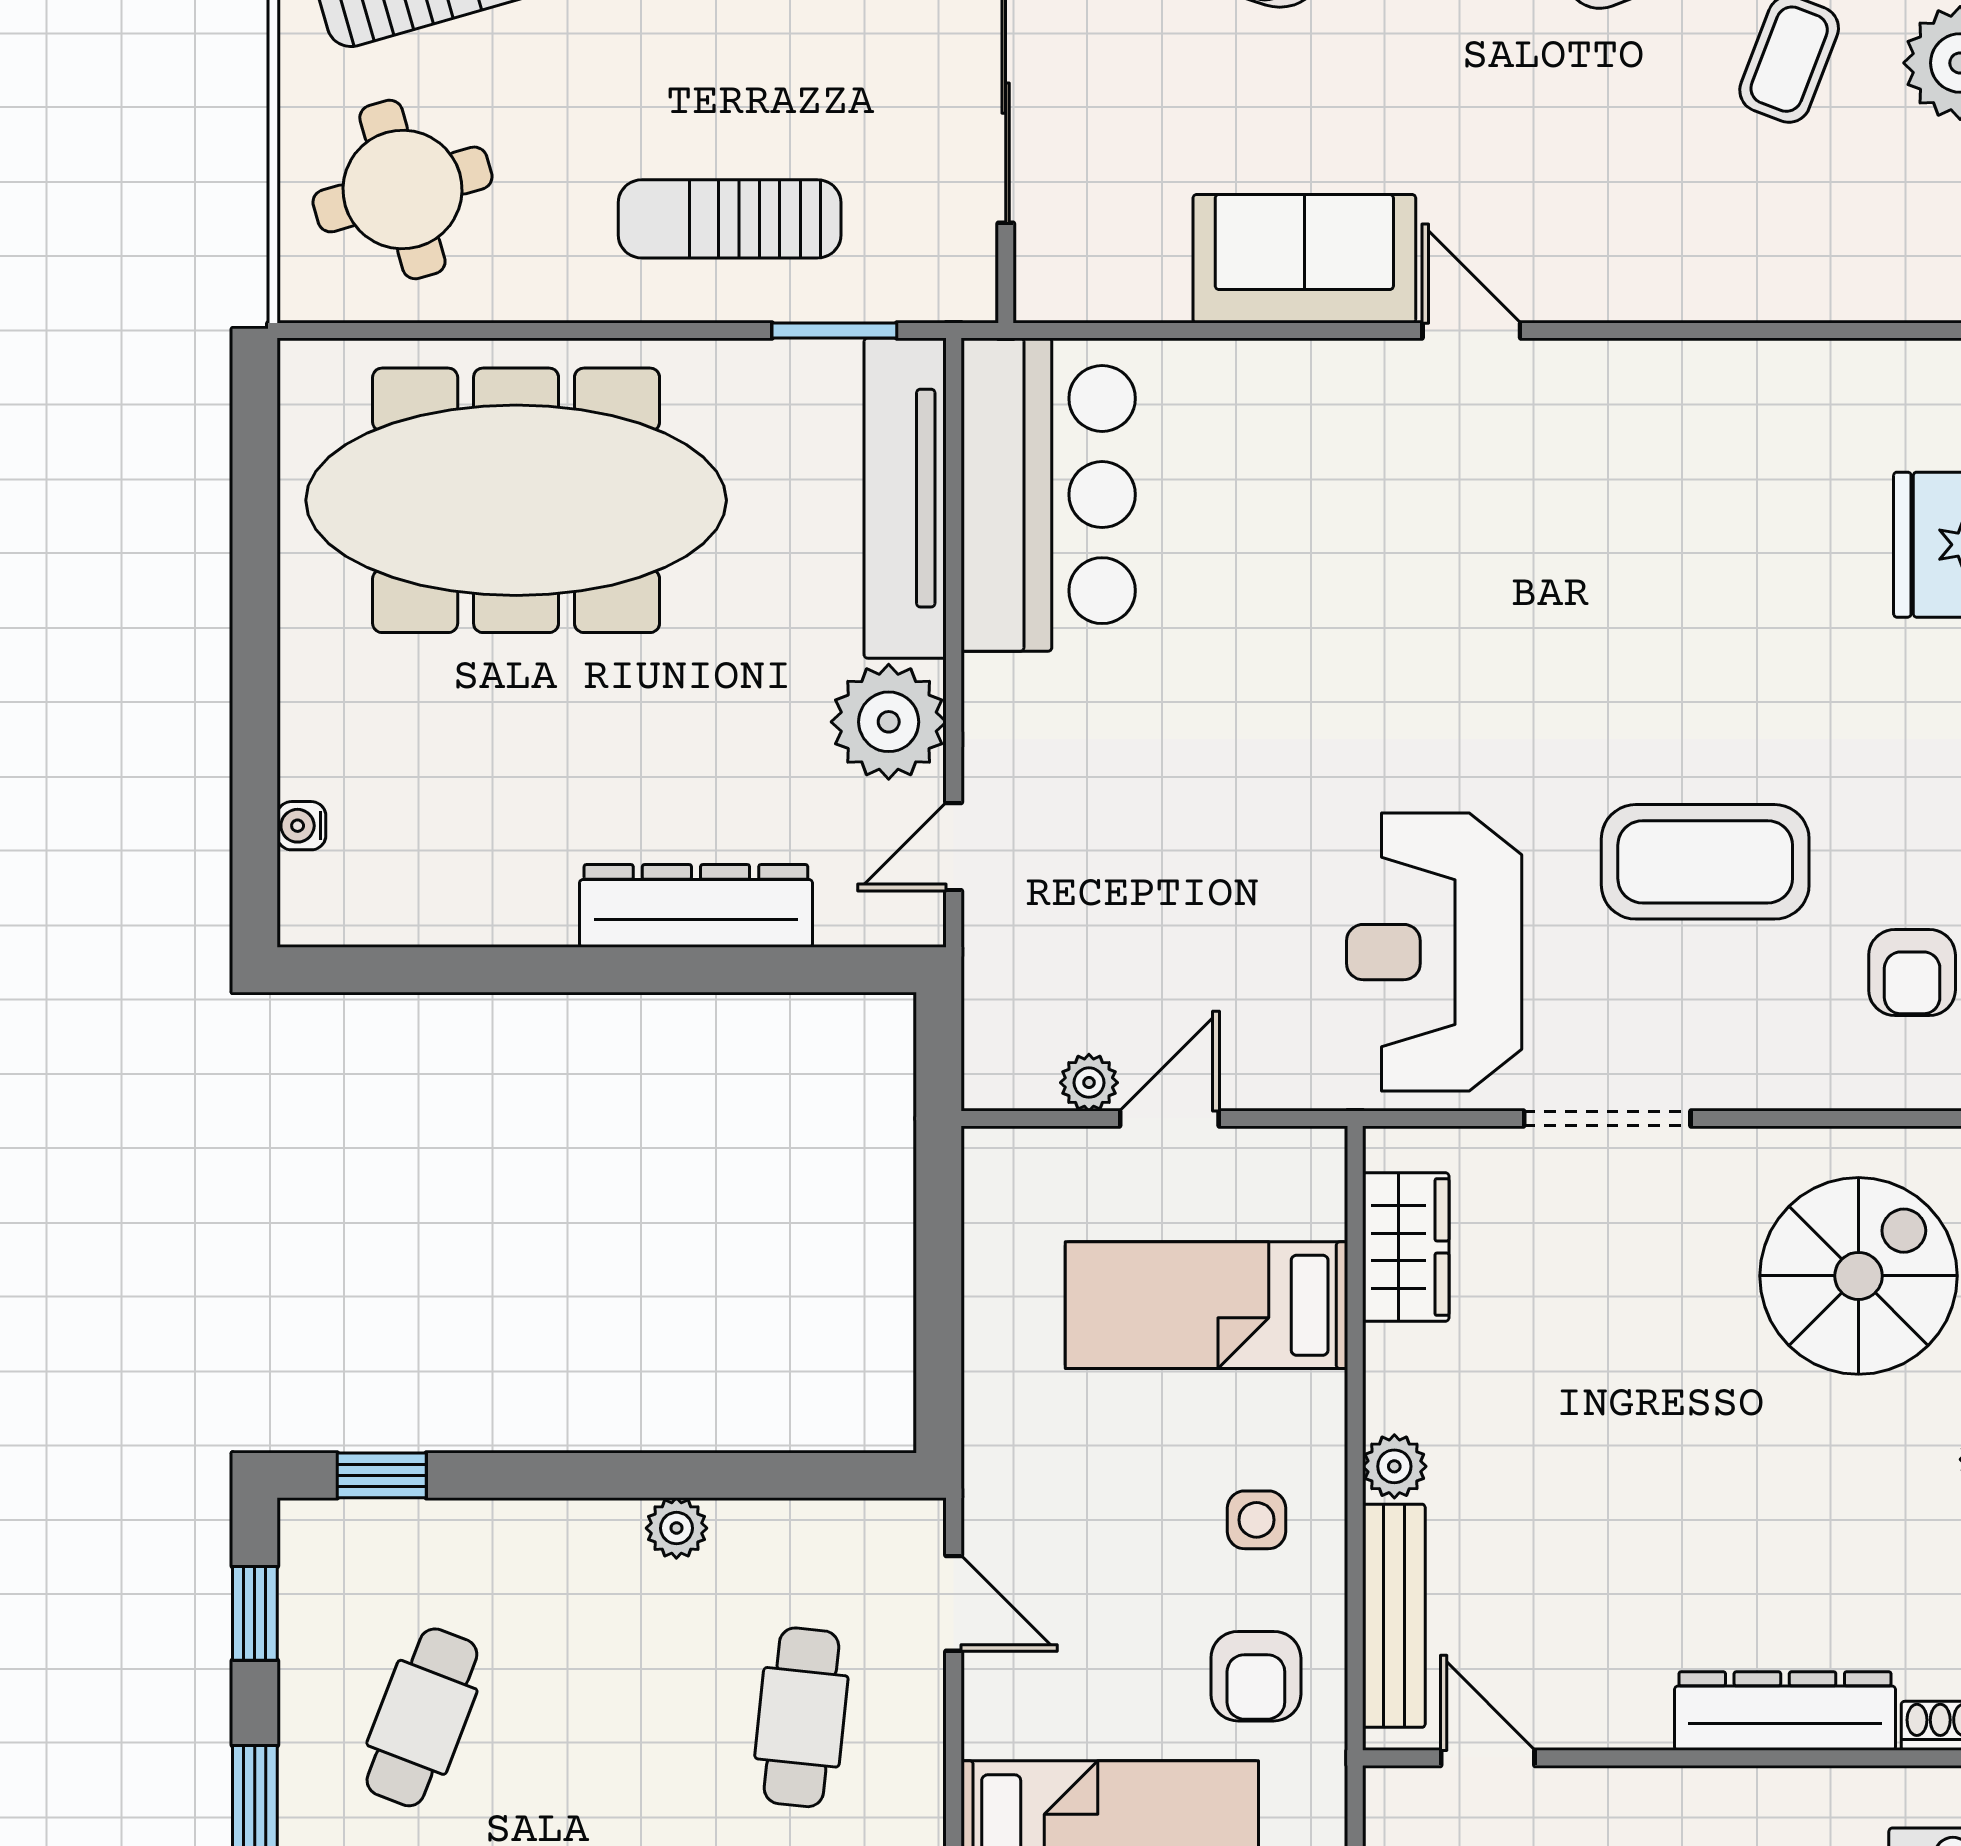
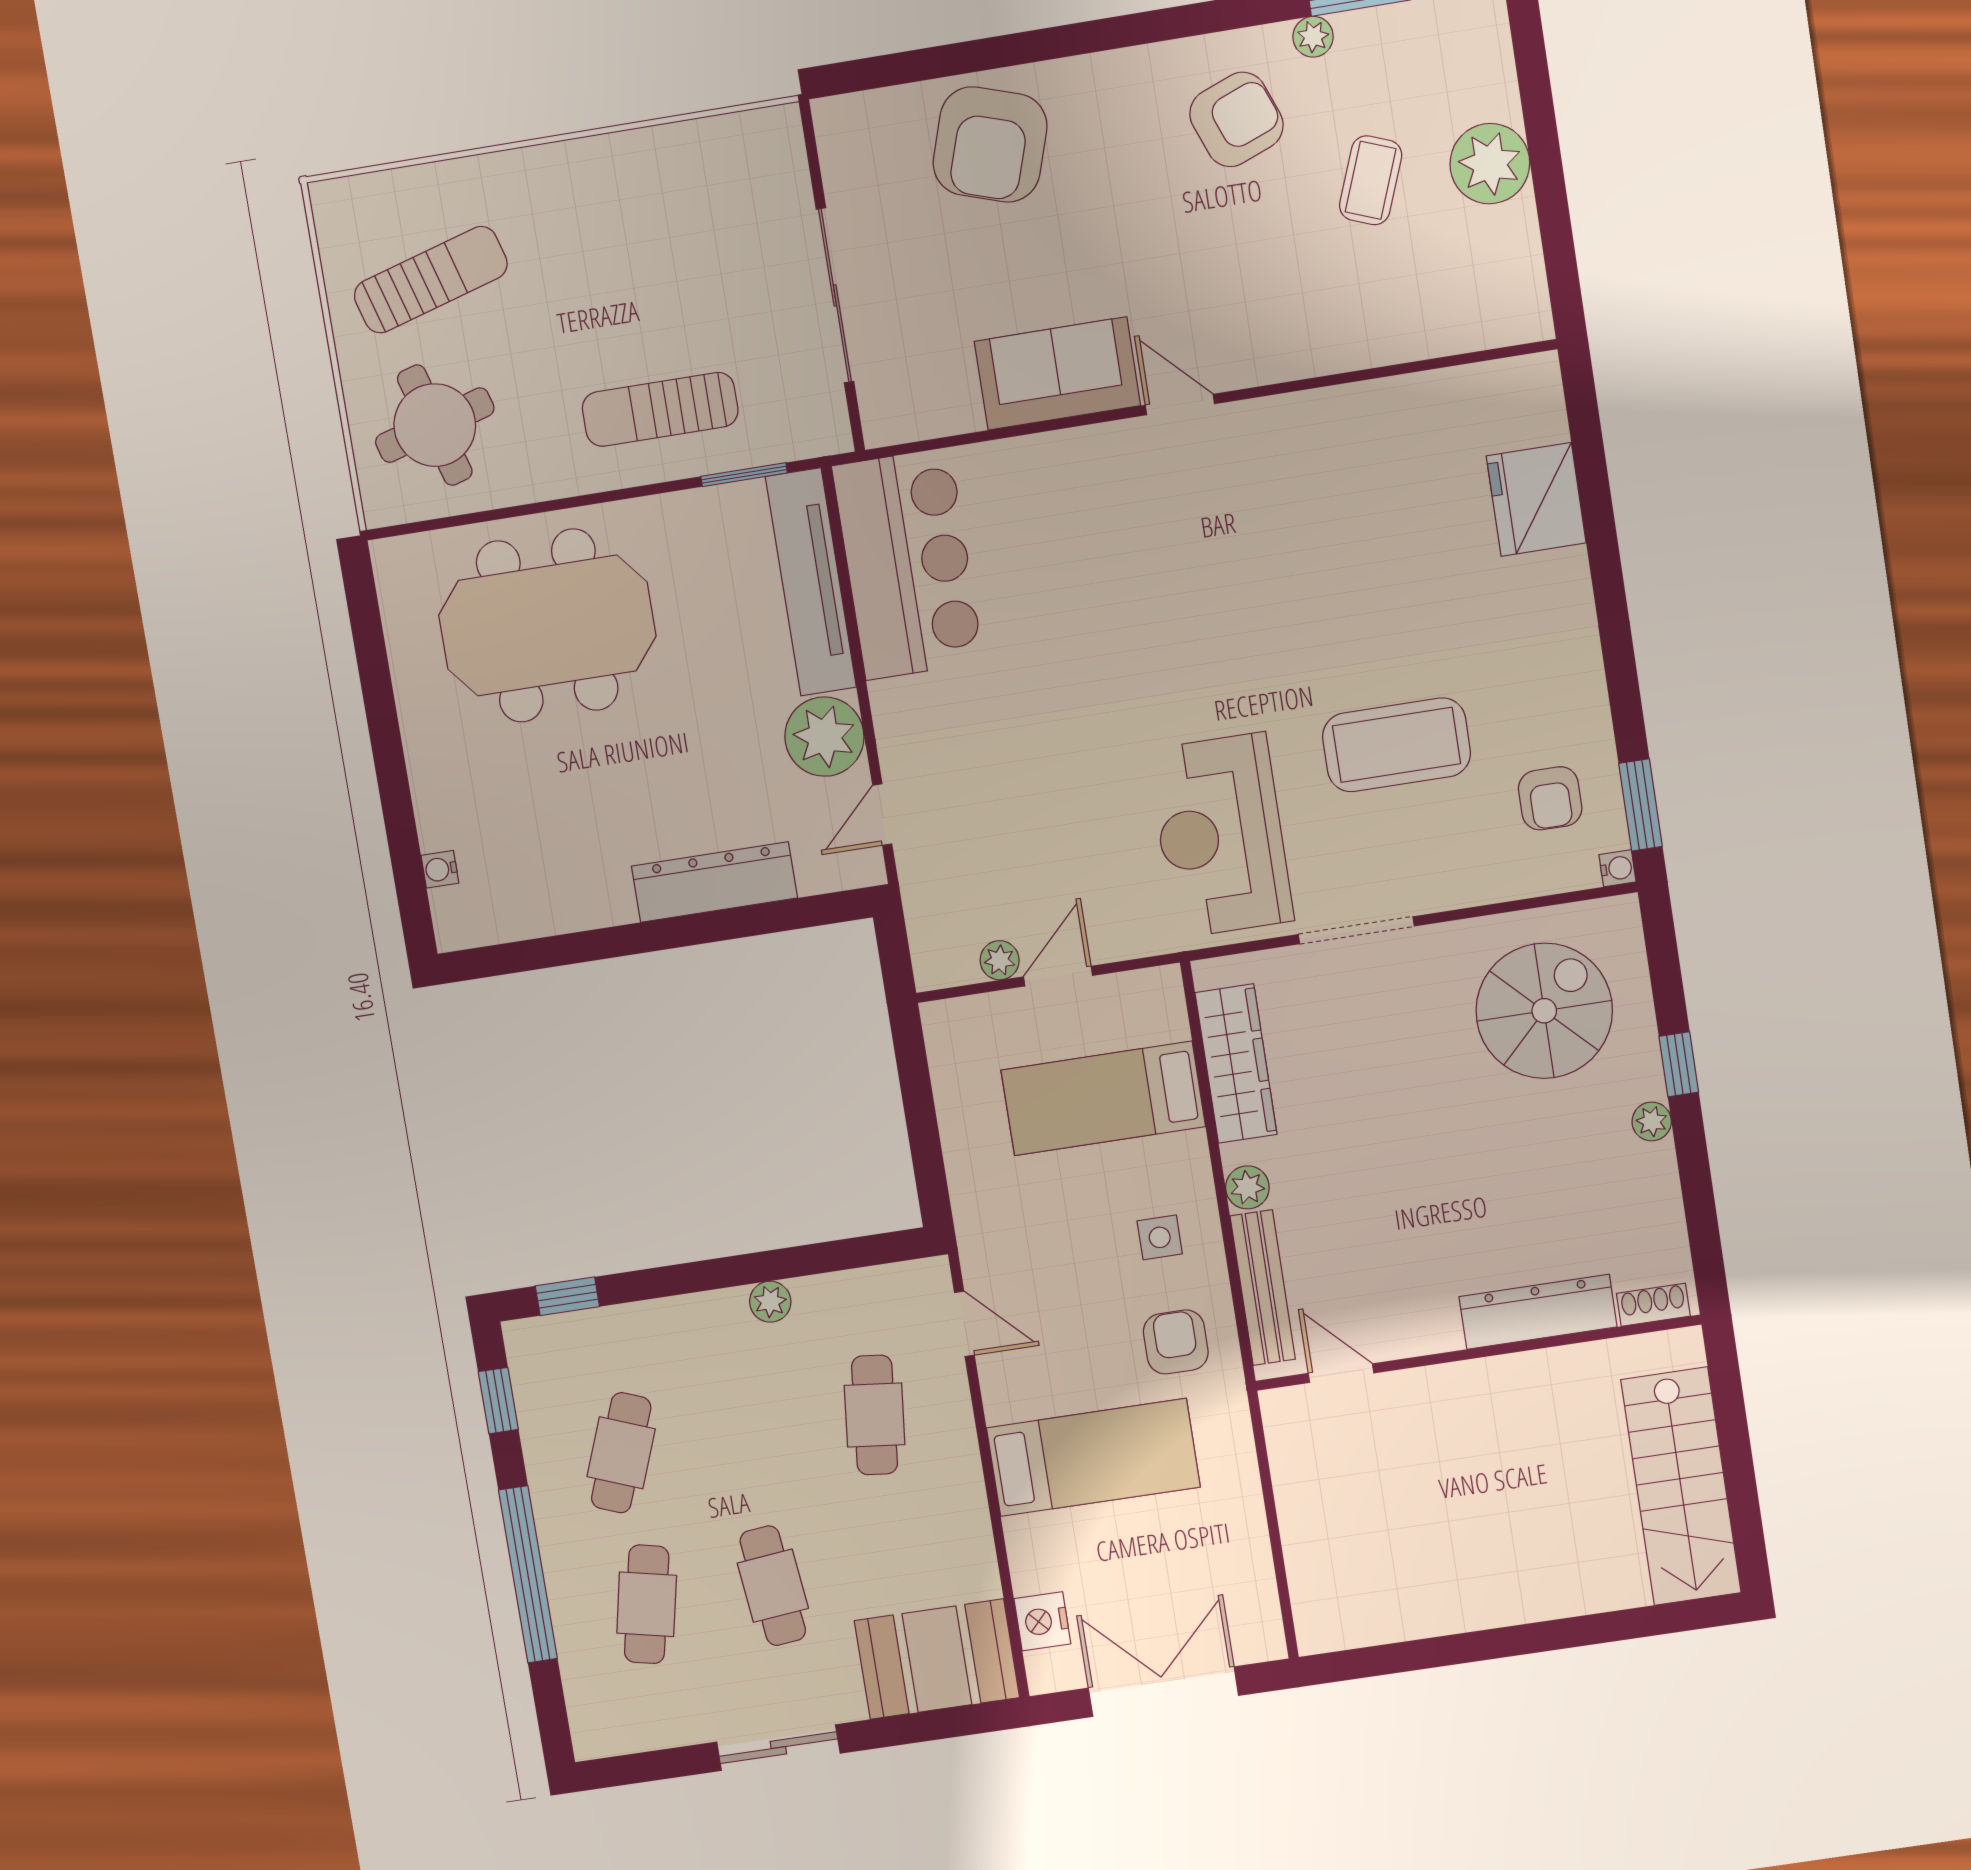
meeting table: (516, 500) -> (547, 626), width x0.73
wardrobe: (1406, 1247) -> (1236, 1064), width x1.50
armchair: (1256, 1676) -> (1176, 1342), turned 180

